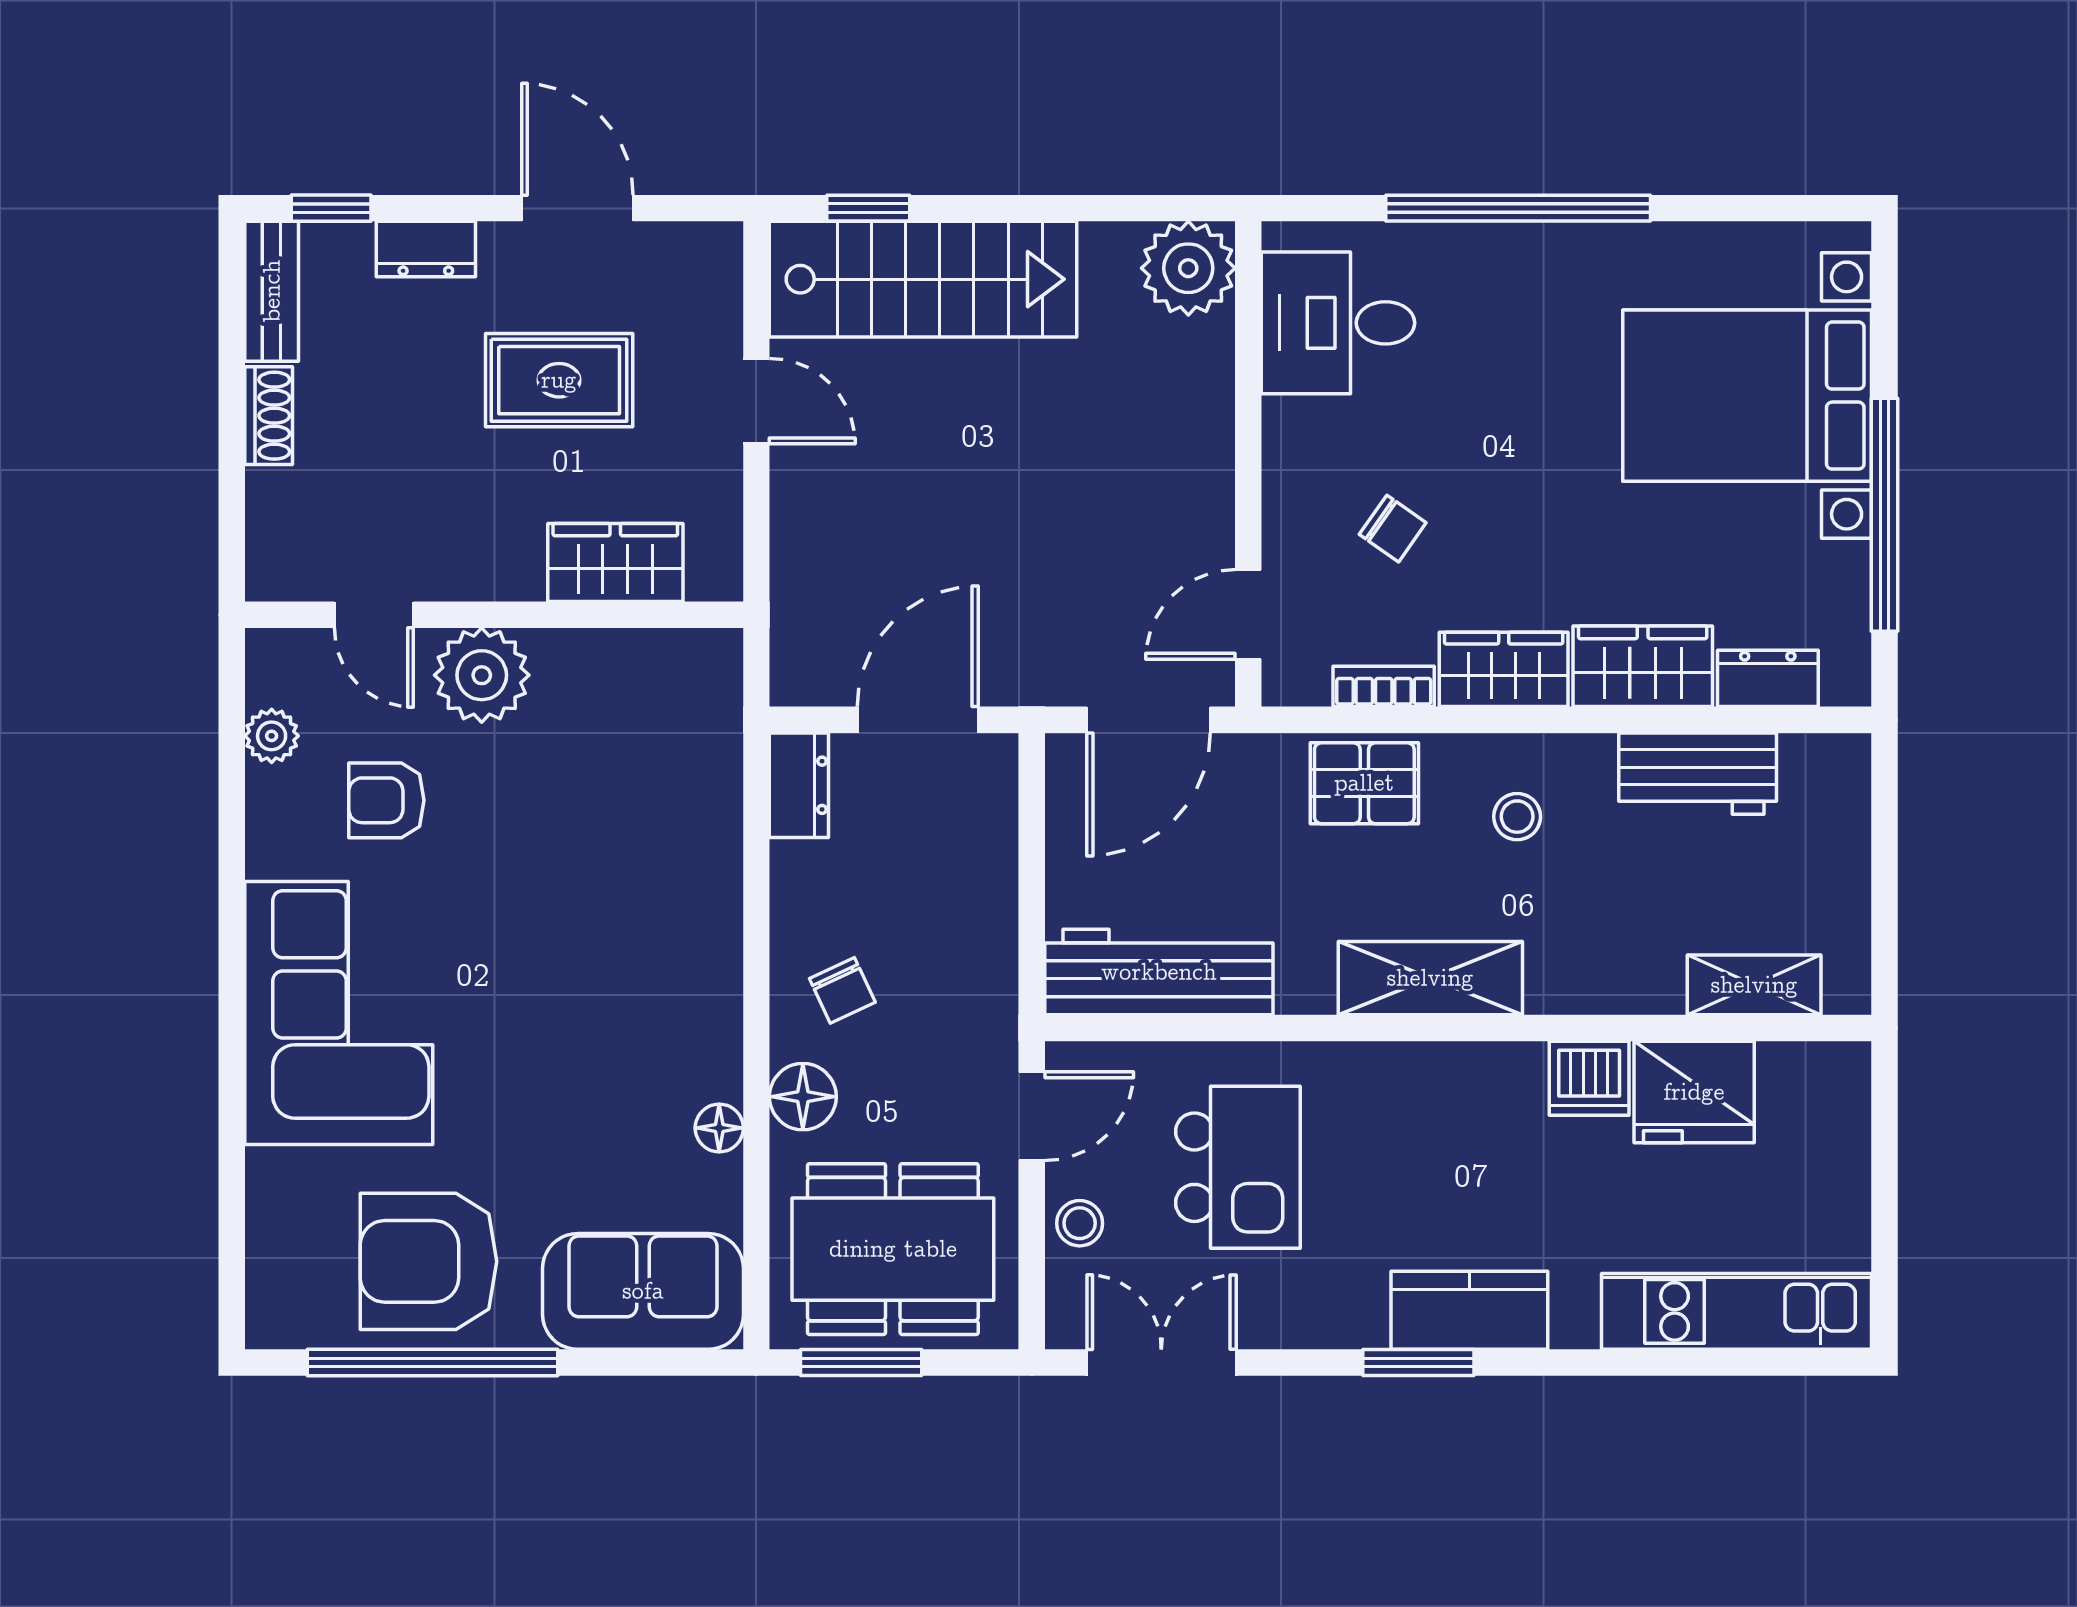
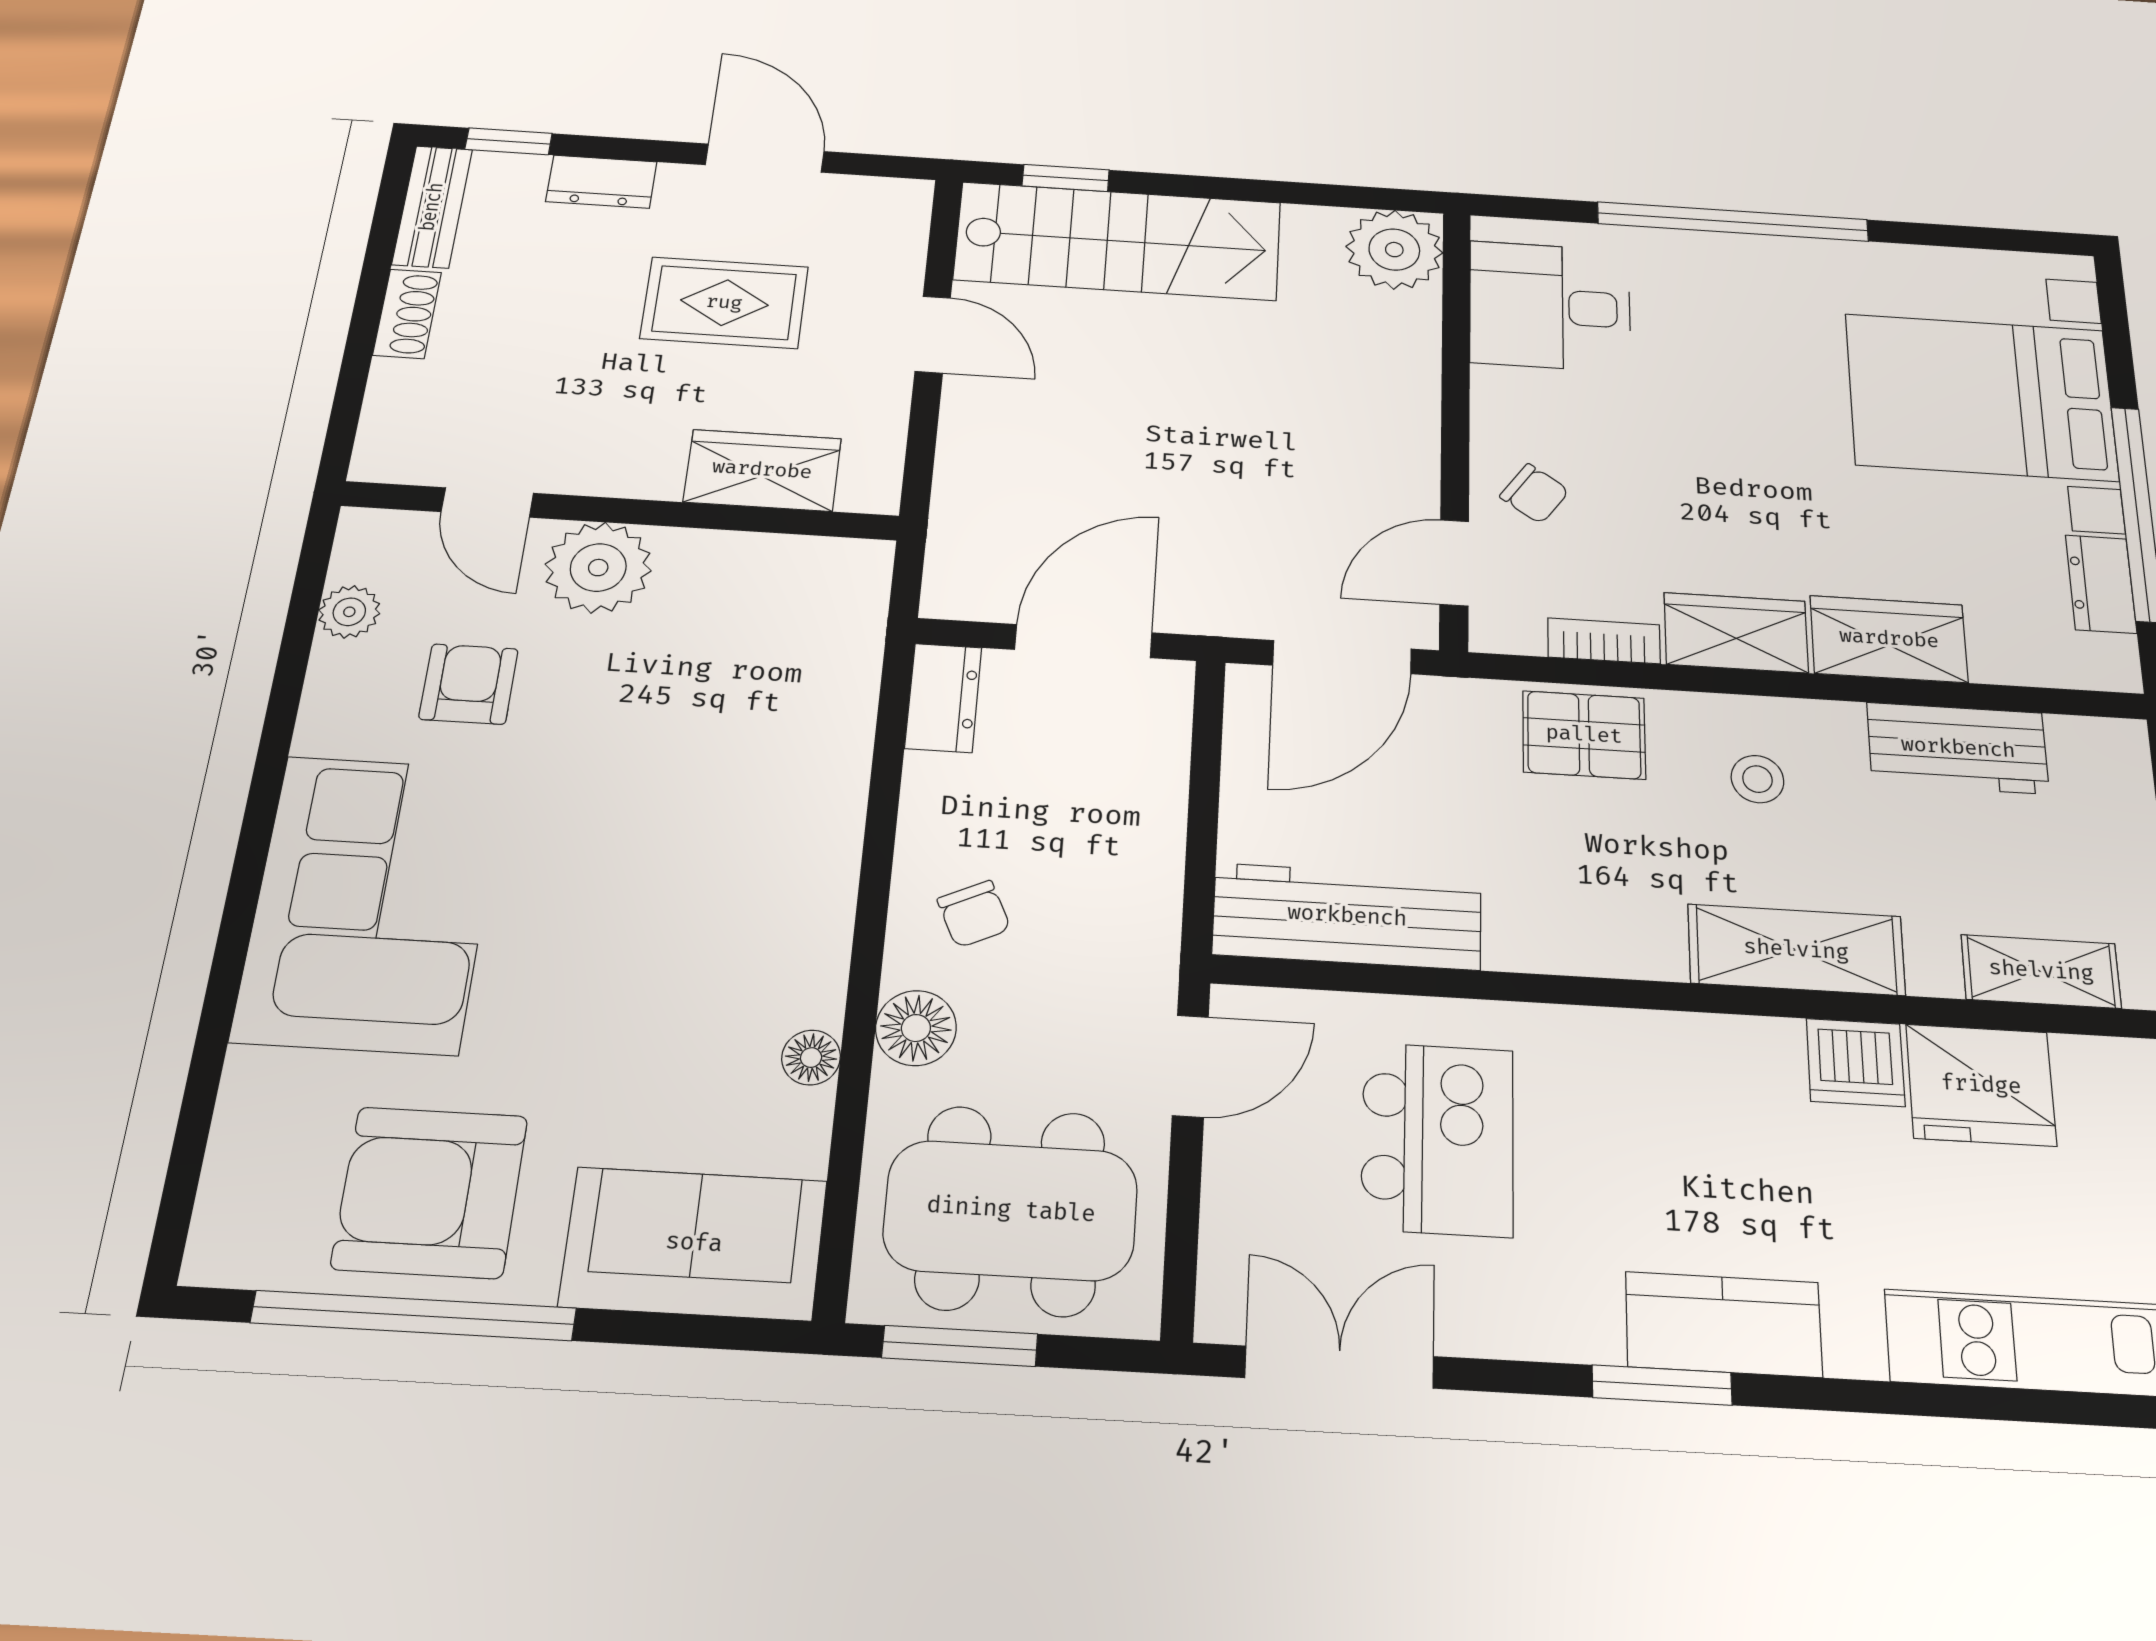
chair: (1393, 529) -> (1534, 494), moved
dresser: (1768, 678) -> (2101, 584), moved, turned -90
armchair: (386, 800) -> (469, 684), turned 90
shelving: (1430, 978) -> (1796, 950), moved
stool: (1080, 1223) -> (1243, 1193), removed

